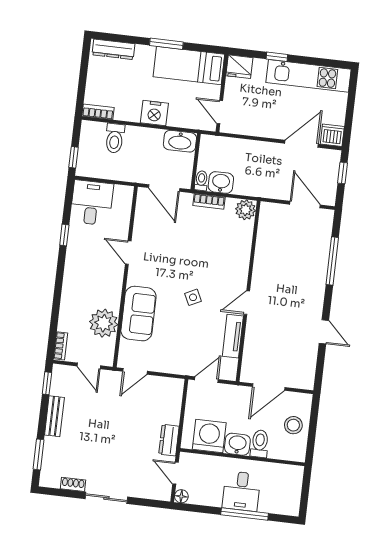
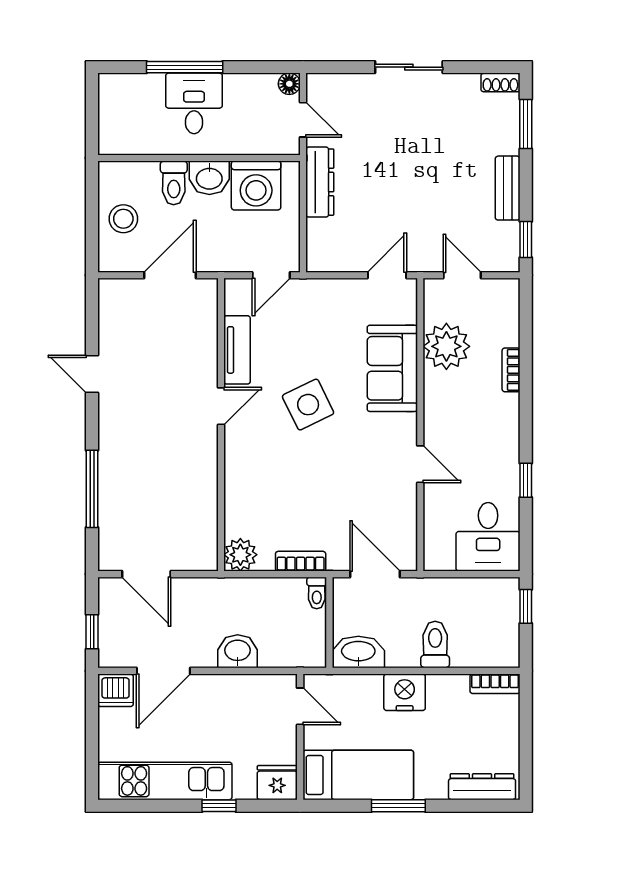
toilet: (115, 138) -> (435, 645), moved
washbasin: (221, 182) -> (238, 651), moved, turned 180
side table: (193, 297) -> (308, 405), width x1.87, depth x1.87
bookcase: (61, 346) -> (511, 370), moved
dresser: (169, 440) -> (320, 182), width x1.44
shoe rack: (73, 484) -> (500, 82), moved

